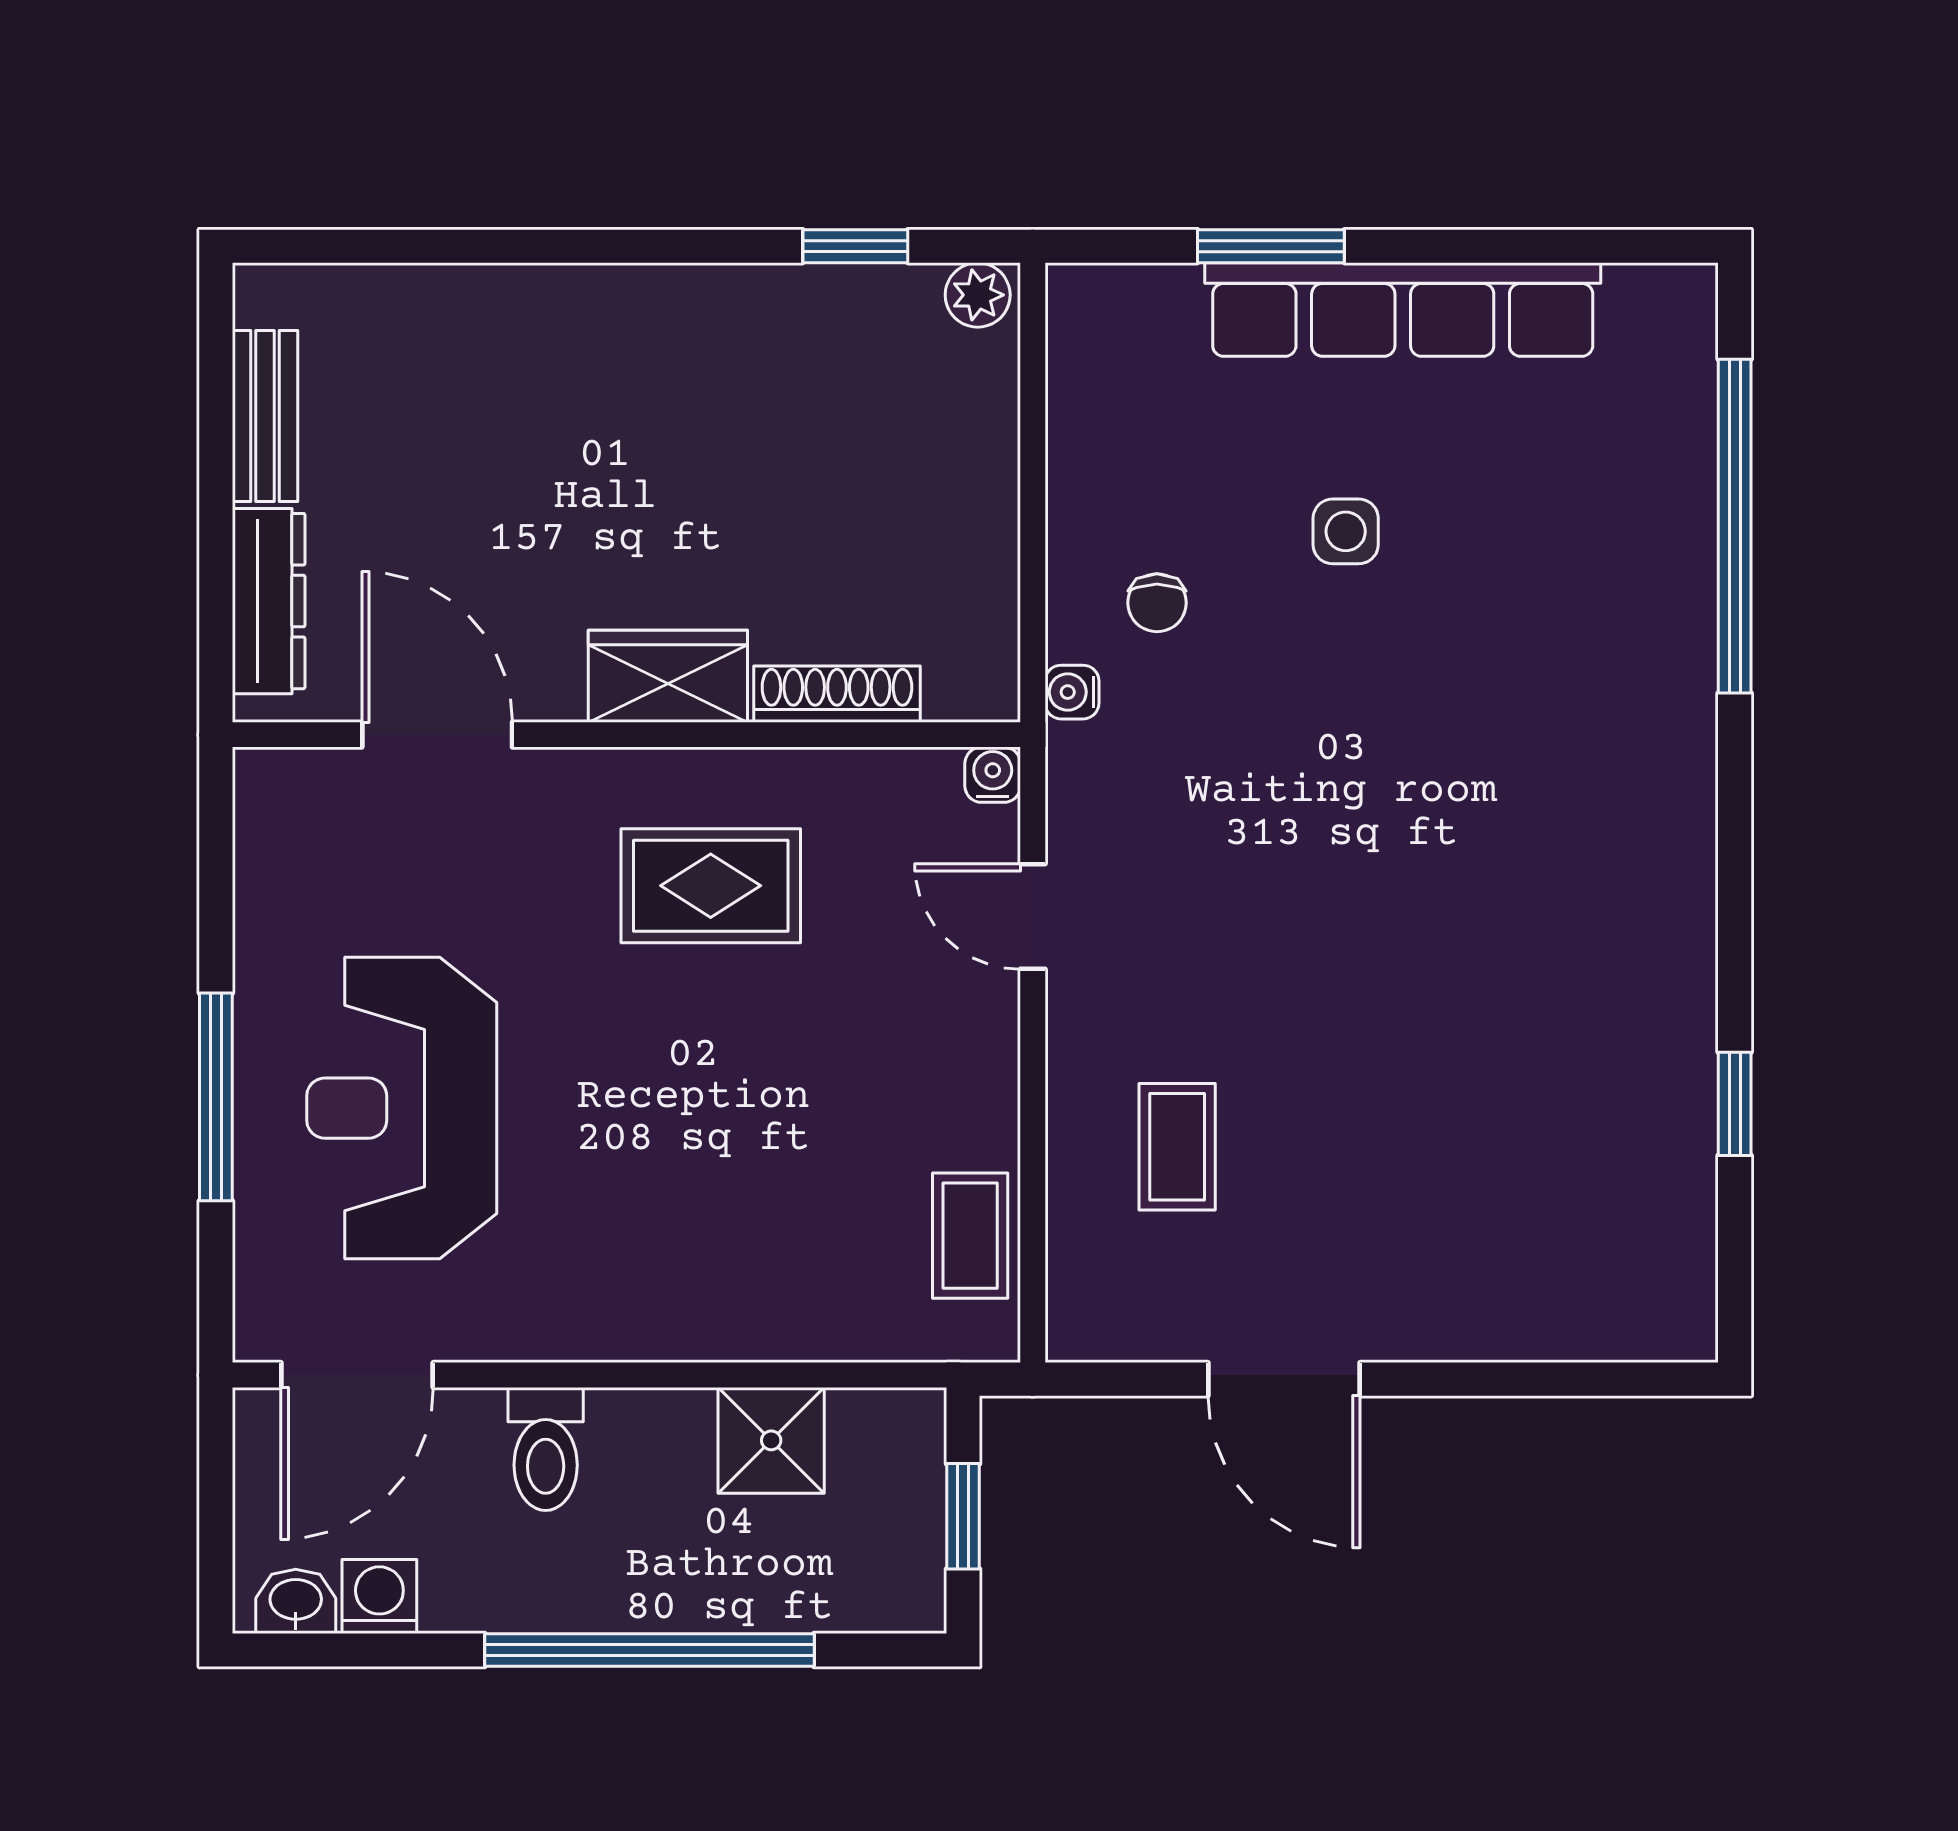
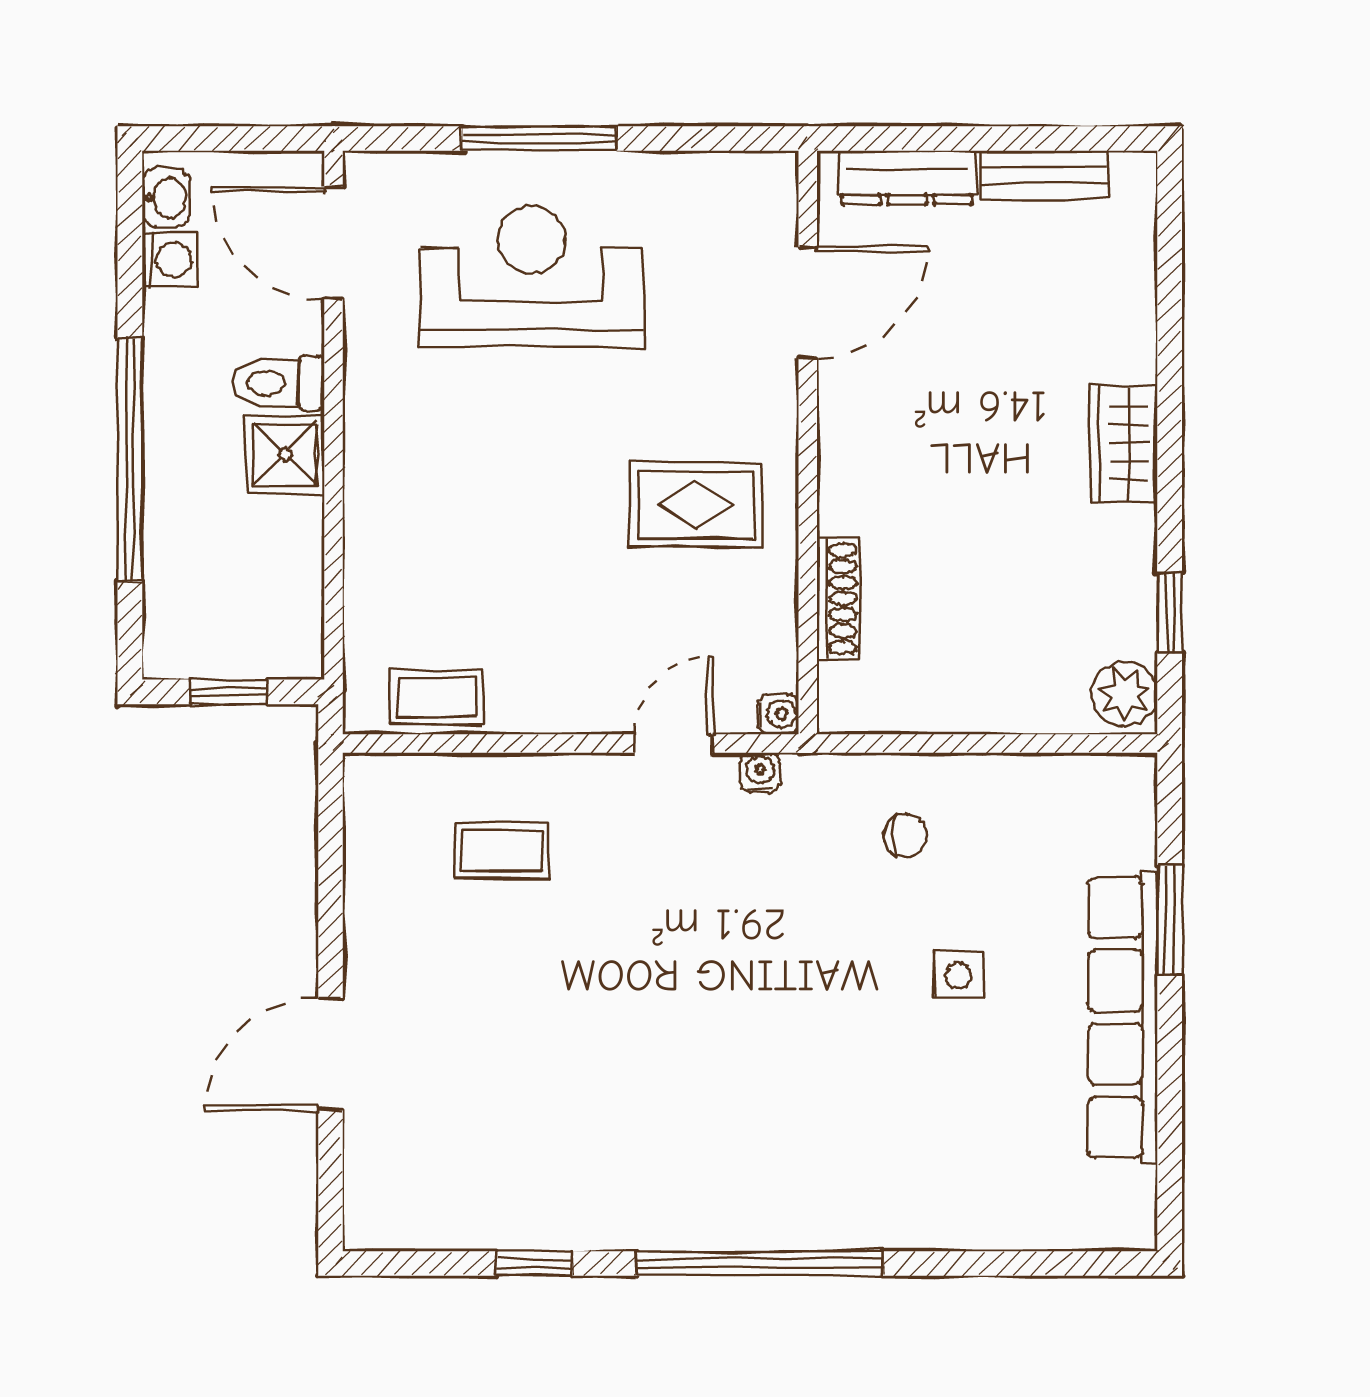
plant: (978, 295) -> (1125, 694), width x1.38, depth x1.38
window: (1735, 526) -> (760, 1263), moved
chair: (1157, 603) -> (906, 836), turned 180
wardrobe: (668, 676) -> (1123, 444), moved, turned 180
water cooler: (1072, 692) -> (760, 773), moved
rug: (711, 886) -> (696, 505), turned 90
door: (1284, 1379) -> (331, 1054), moved
shower: (771, 1440) -> (285, 455), moved

